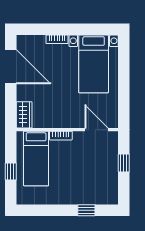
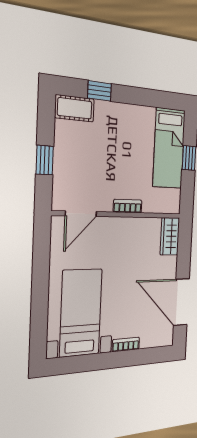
door: (96, 130) -> (81, 214), hinge flipped
bed: (36, 159) -> (169, 148), moved, turned 180
cot: (104, 197) -> (75, 108), added

